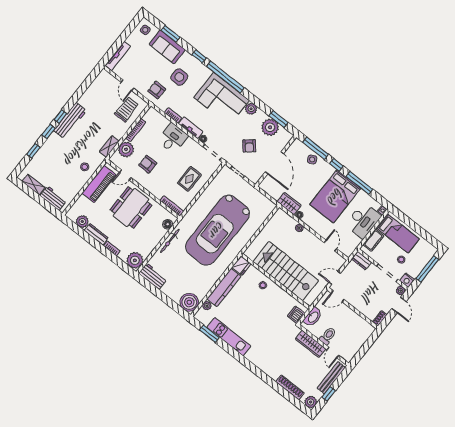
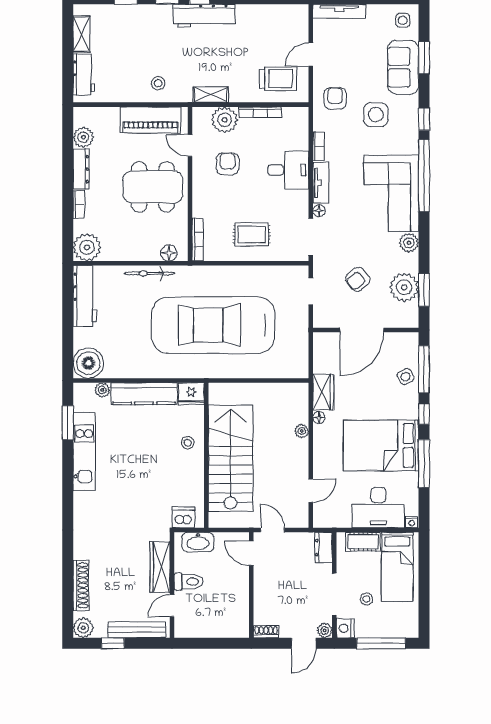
workbench: (153, 276) -> (85, 296), width x1.38

